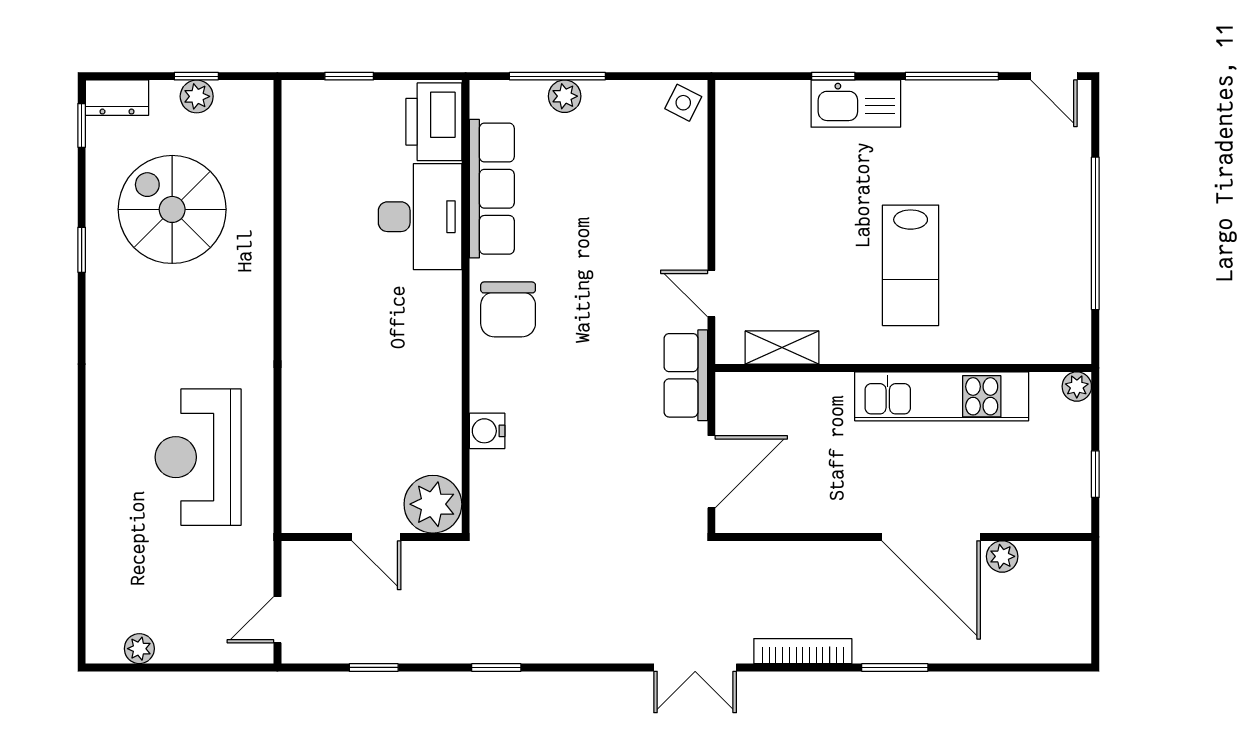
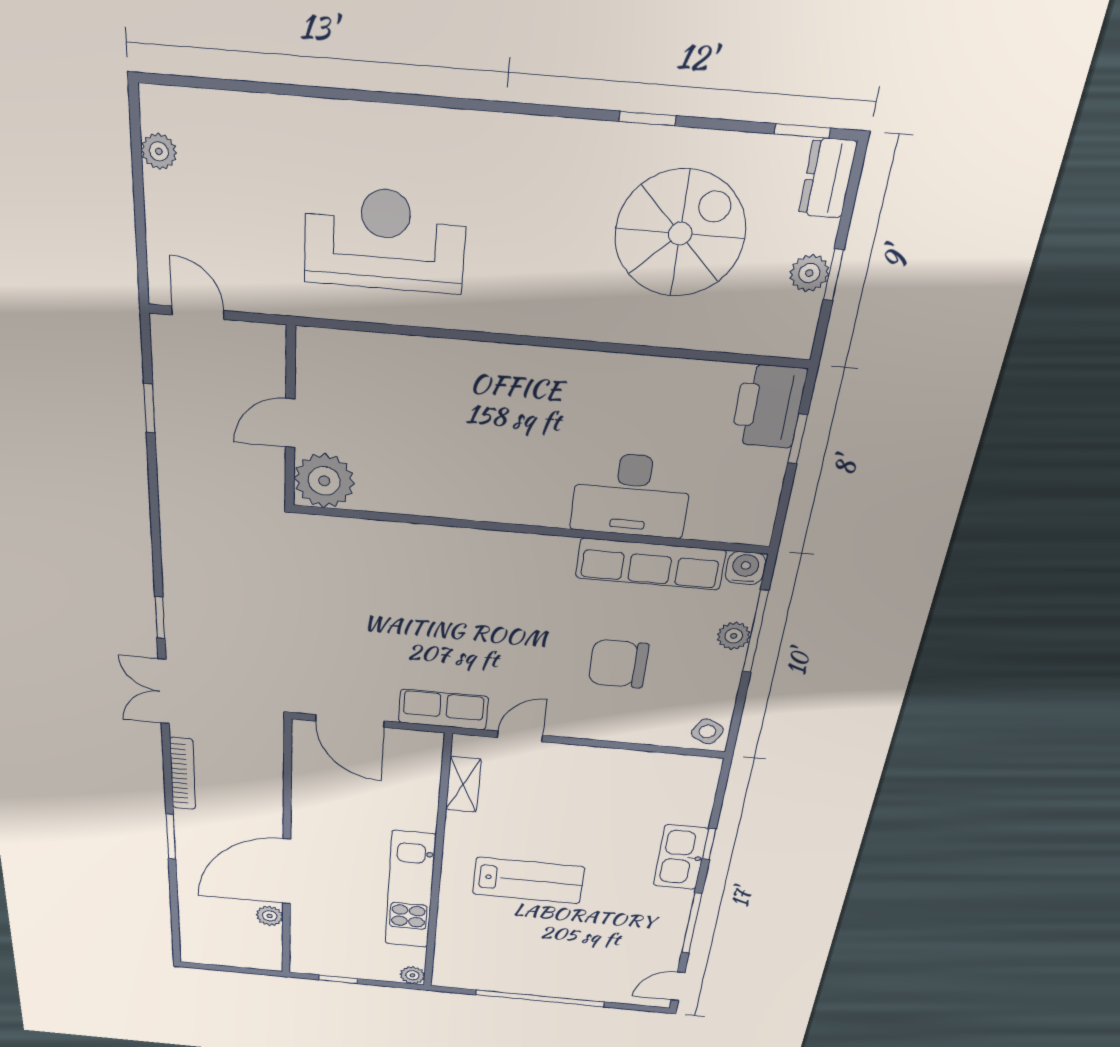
printer: (434, 122) -> (768, 406), moved, turned -90
lab bench: (911, 265) -> (528, 881), turned 180
chair: (508, 309) -> (618, 664), moved
water cooler: (487, 431) -> (745, 568), moved
window: (496, 667) -> (160, 618), moved

